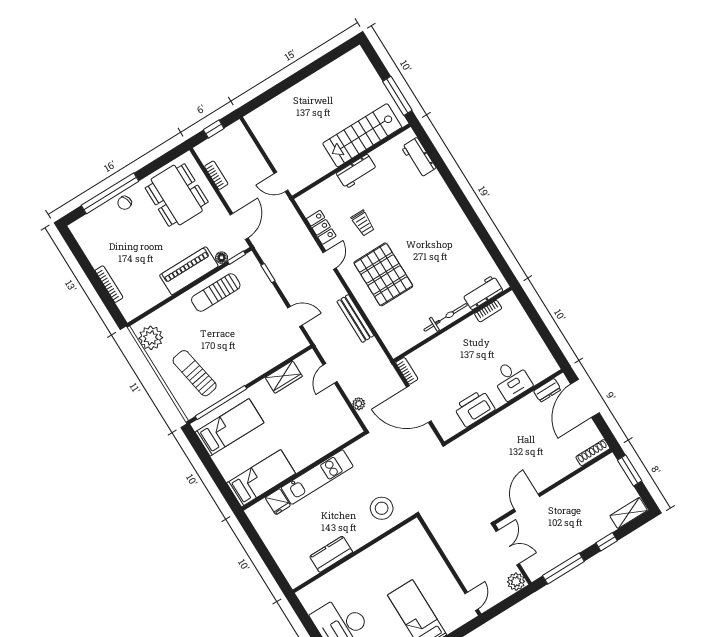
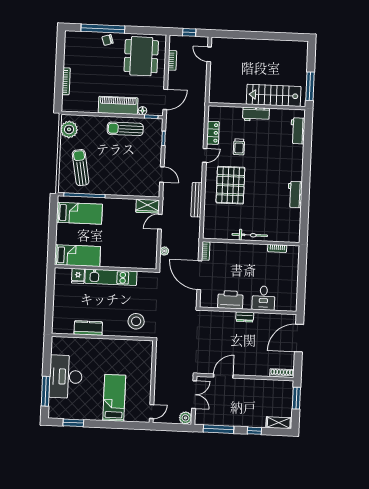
door: (281, 182) -> (209, 54), moved
workbench: (483, 292) -> (295, 195), moved, turned -90
wardrobe: (284, 377) -> (148, 206), moved
dresser: (547, 390) -> (245, 317), moved

